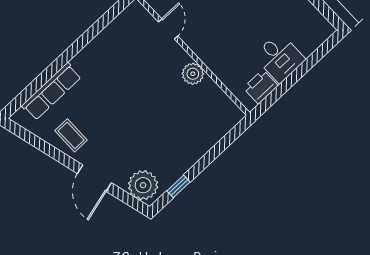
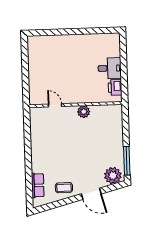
row of seats: (51, 91) -> (38, 185), width x0.68
window: (178, 186) -> (127, 161), width x2.17

